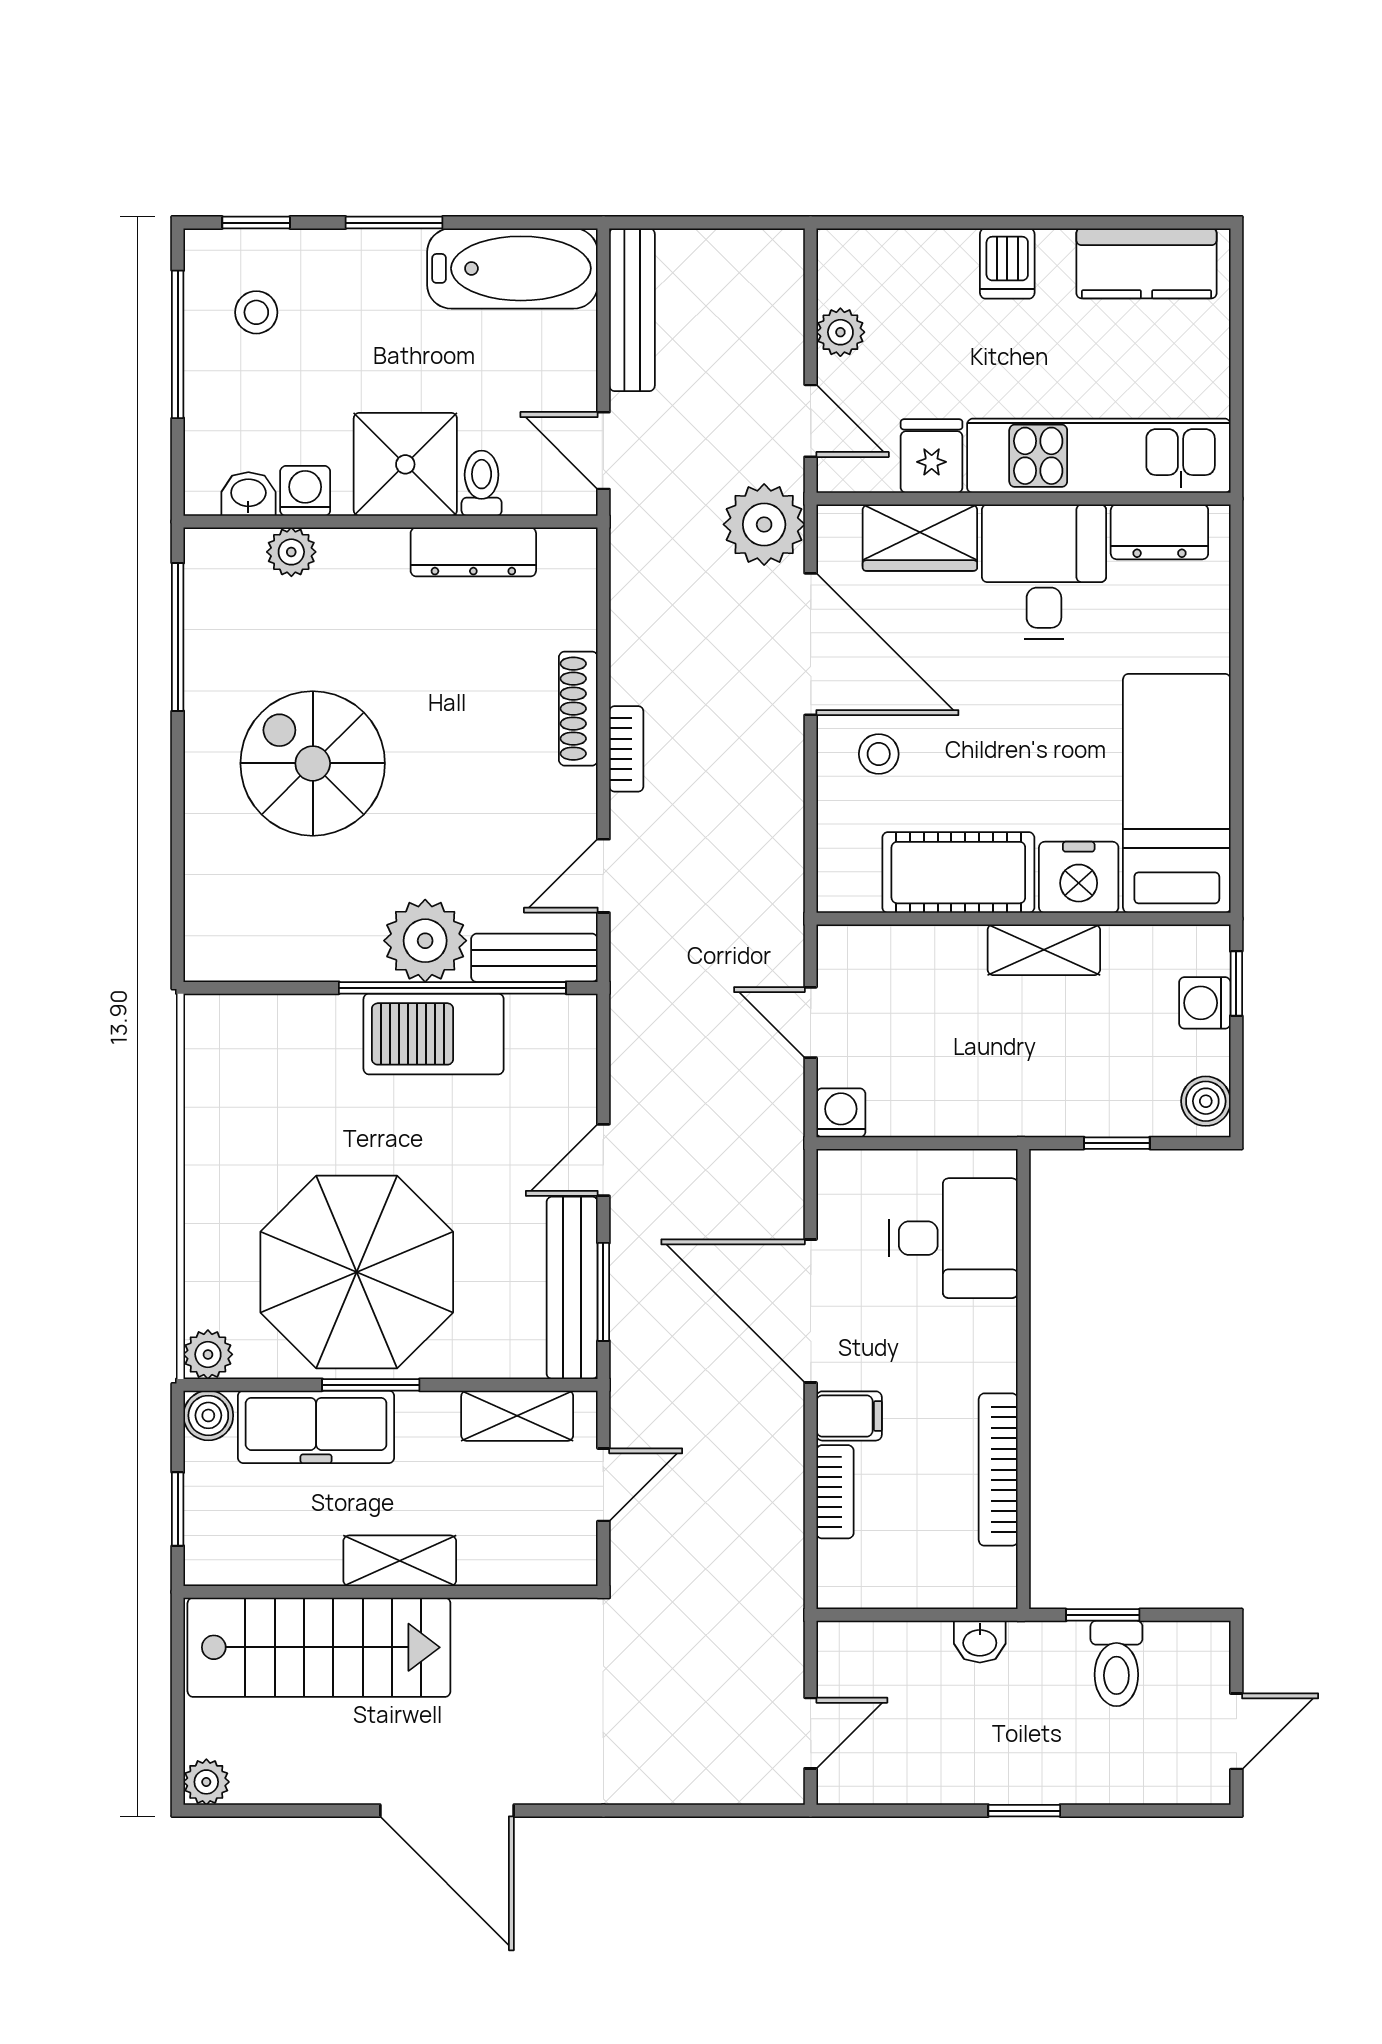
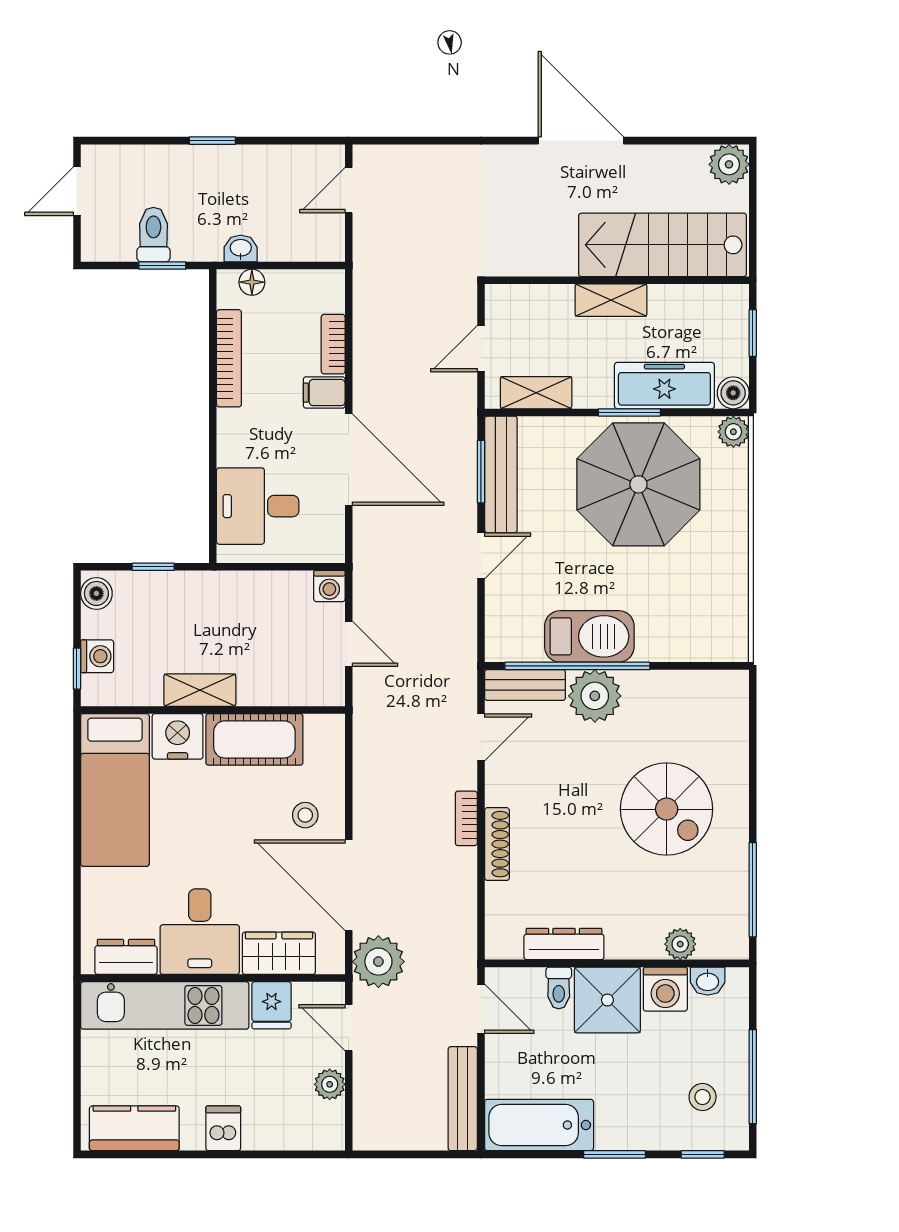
washing machine: (305, 491) -> (665, 989), width x1.38, depth x1.38
floor lamp: (962, 1589) -> (252, 282), added
plant: (206, 1782) -> (729, 164), width x1.38, depth x1.38

